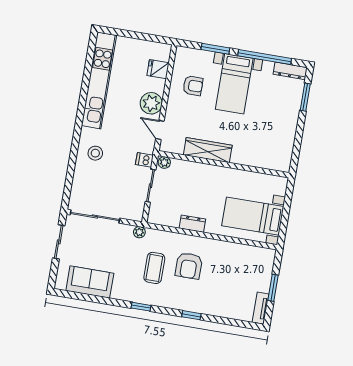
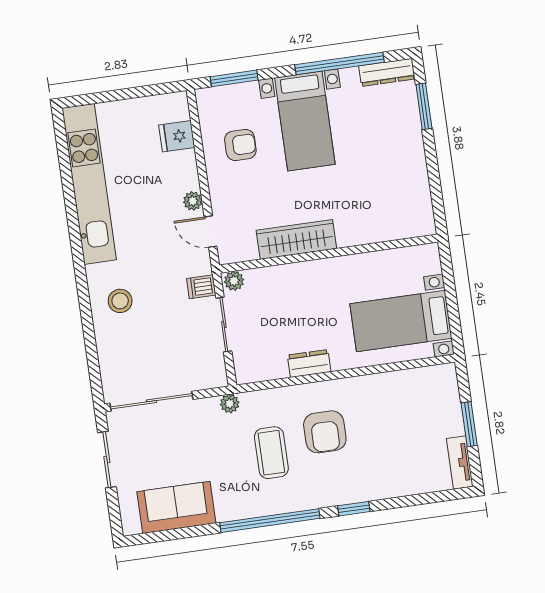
window: (215, 49) -> (234, 78), moved
plant: (151, 103) -> (193, 201), width x0.53, depth x0.53
window: (141, 307) -> (270, 521), width x3.17

